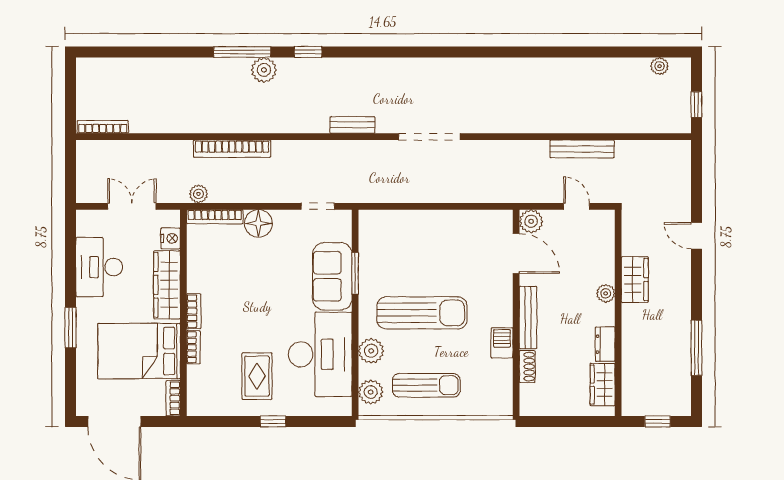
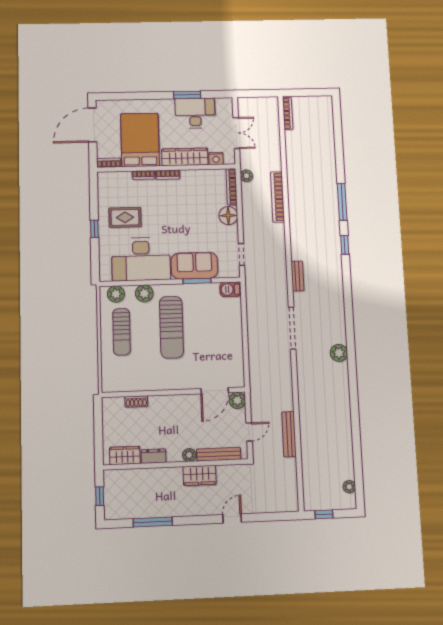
plant: (264, 70) -> (339, 353), moved
bench: (528, 317) -> (219, 454), moved
window: (70, 328) -> (187, 95), moved
barbecue: (502, 343) -> (230, 289), moved, turned 180

